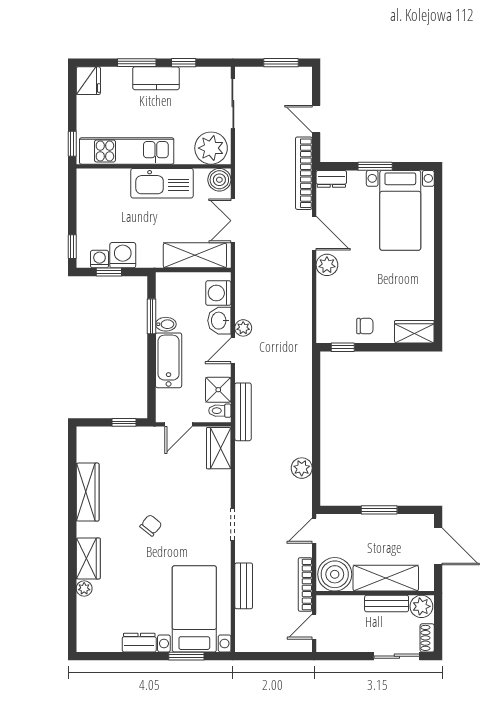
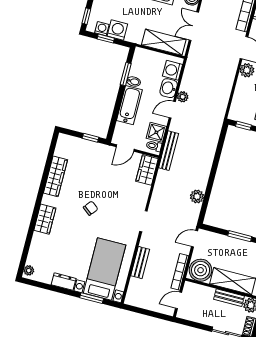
plant: (84, 588) -> (29, 270), moved

